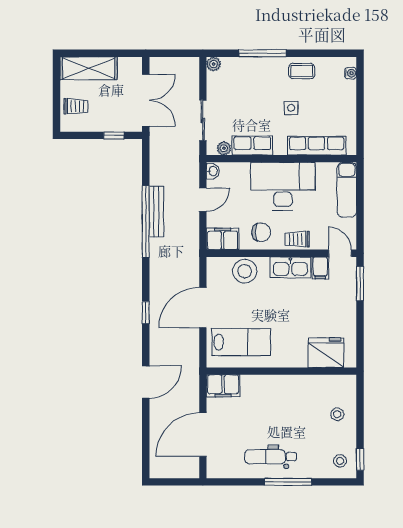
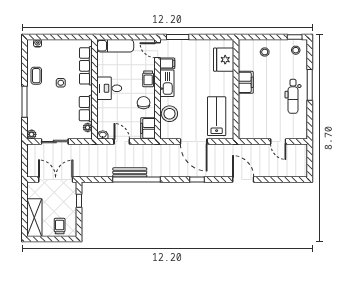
sliding door: (203, 120) -> (55, 142), moved
desk: (283, 186) -> (109, 88), width x0.53, depth x0.77
door: (340, 253) -> (158, 50), hinge flipped
filing cabinet: (223, 386) -> (246, 82), moved
door: (203, 435) -> (278, 142), width x0.53

